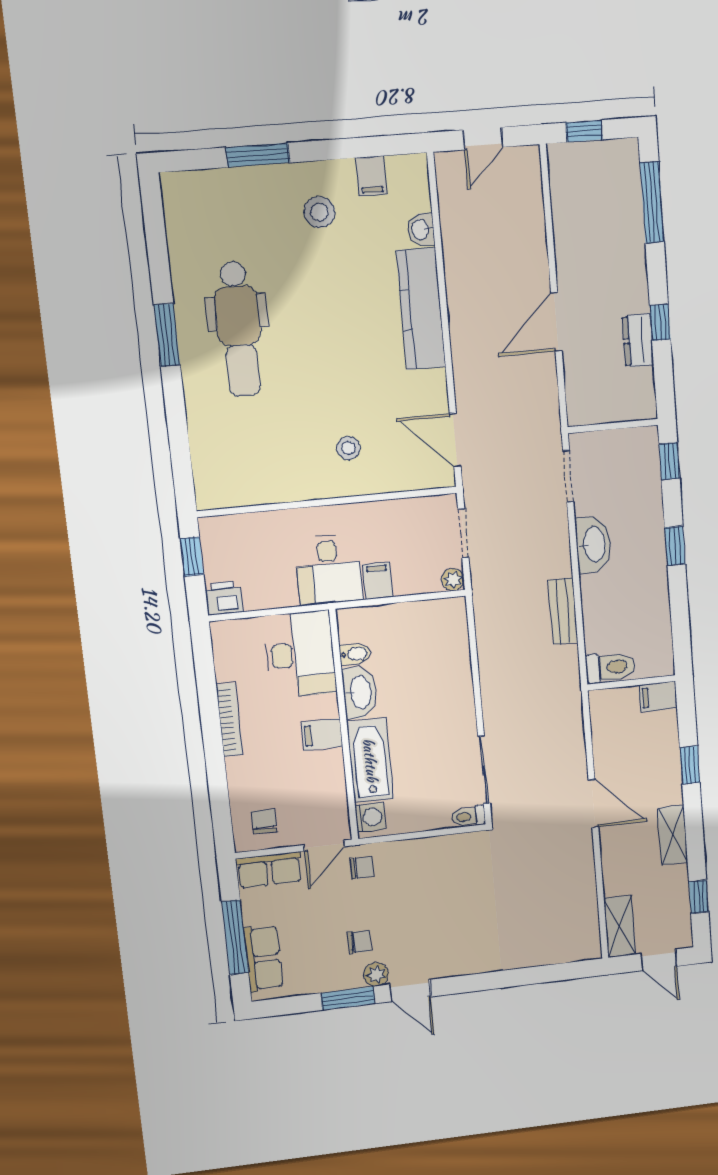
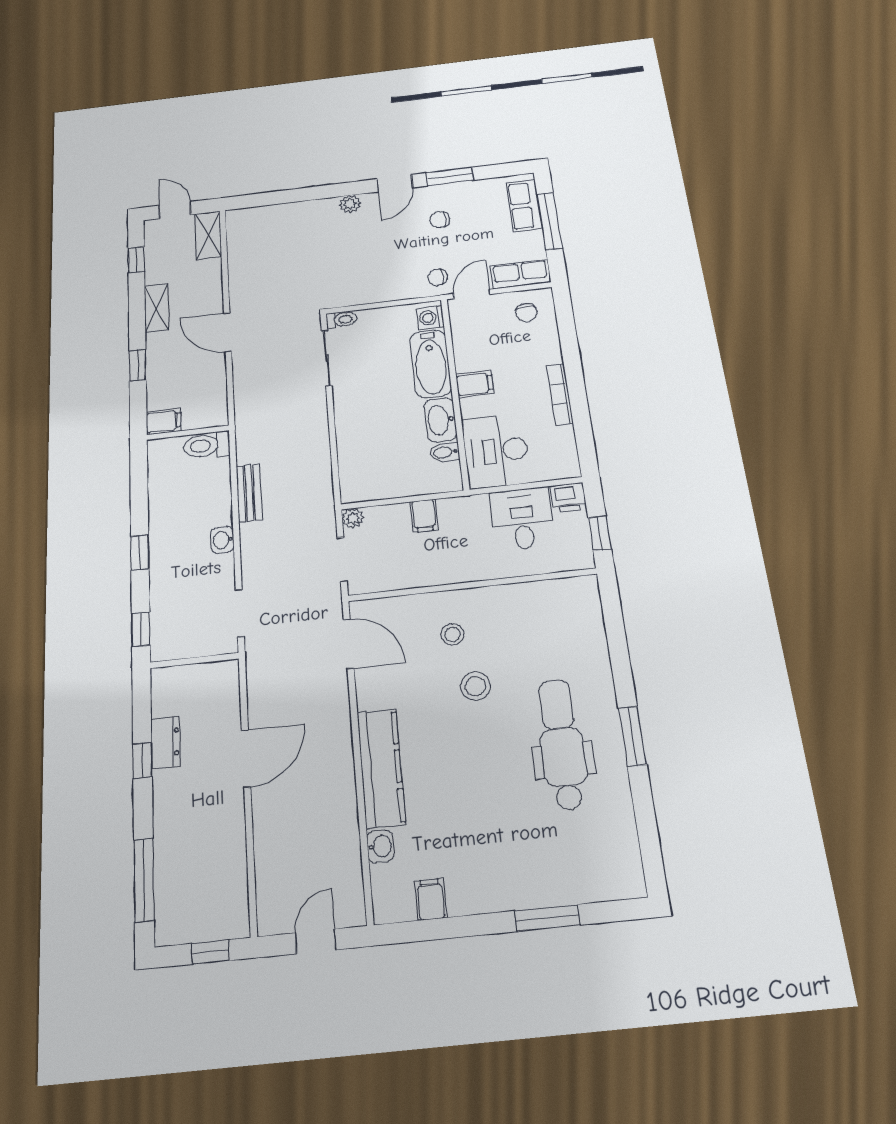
stool: (319, 212) -> (475, 686), moved
washbasin: (594, 544) -> (223, 540), width x0.52, depth x0.69
desk: (329, 570) -> (522, 519), moved
plant: (376, 975) -> (350, 204), moved
door: (410, 991) -> (395, 183), swing flipped

